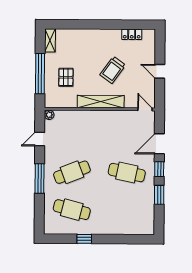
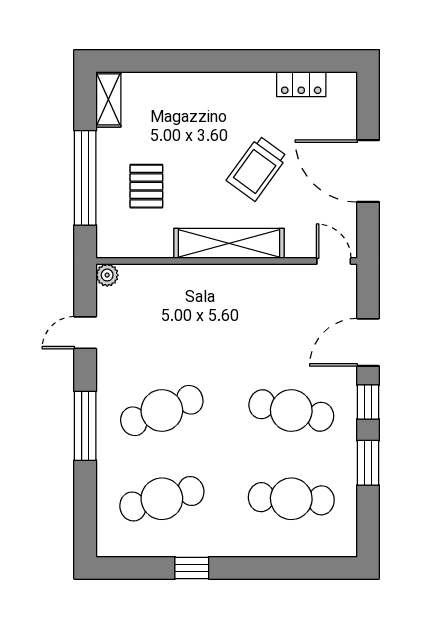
door: (160, 71) -> (368, 171), width x1.88
cafe table: (72, 210) -> (162, 499), turned -30
cafe table: (127, 210) -> (291, 499), added

